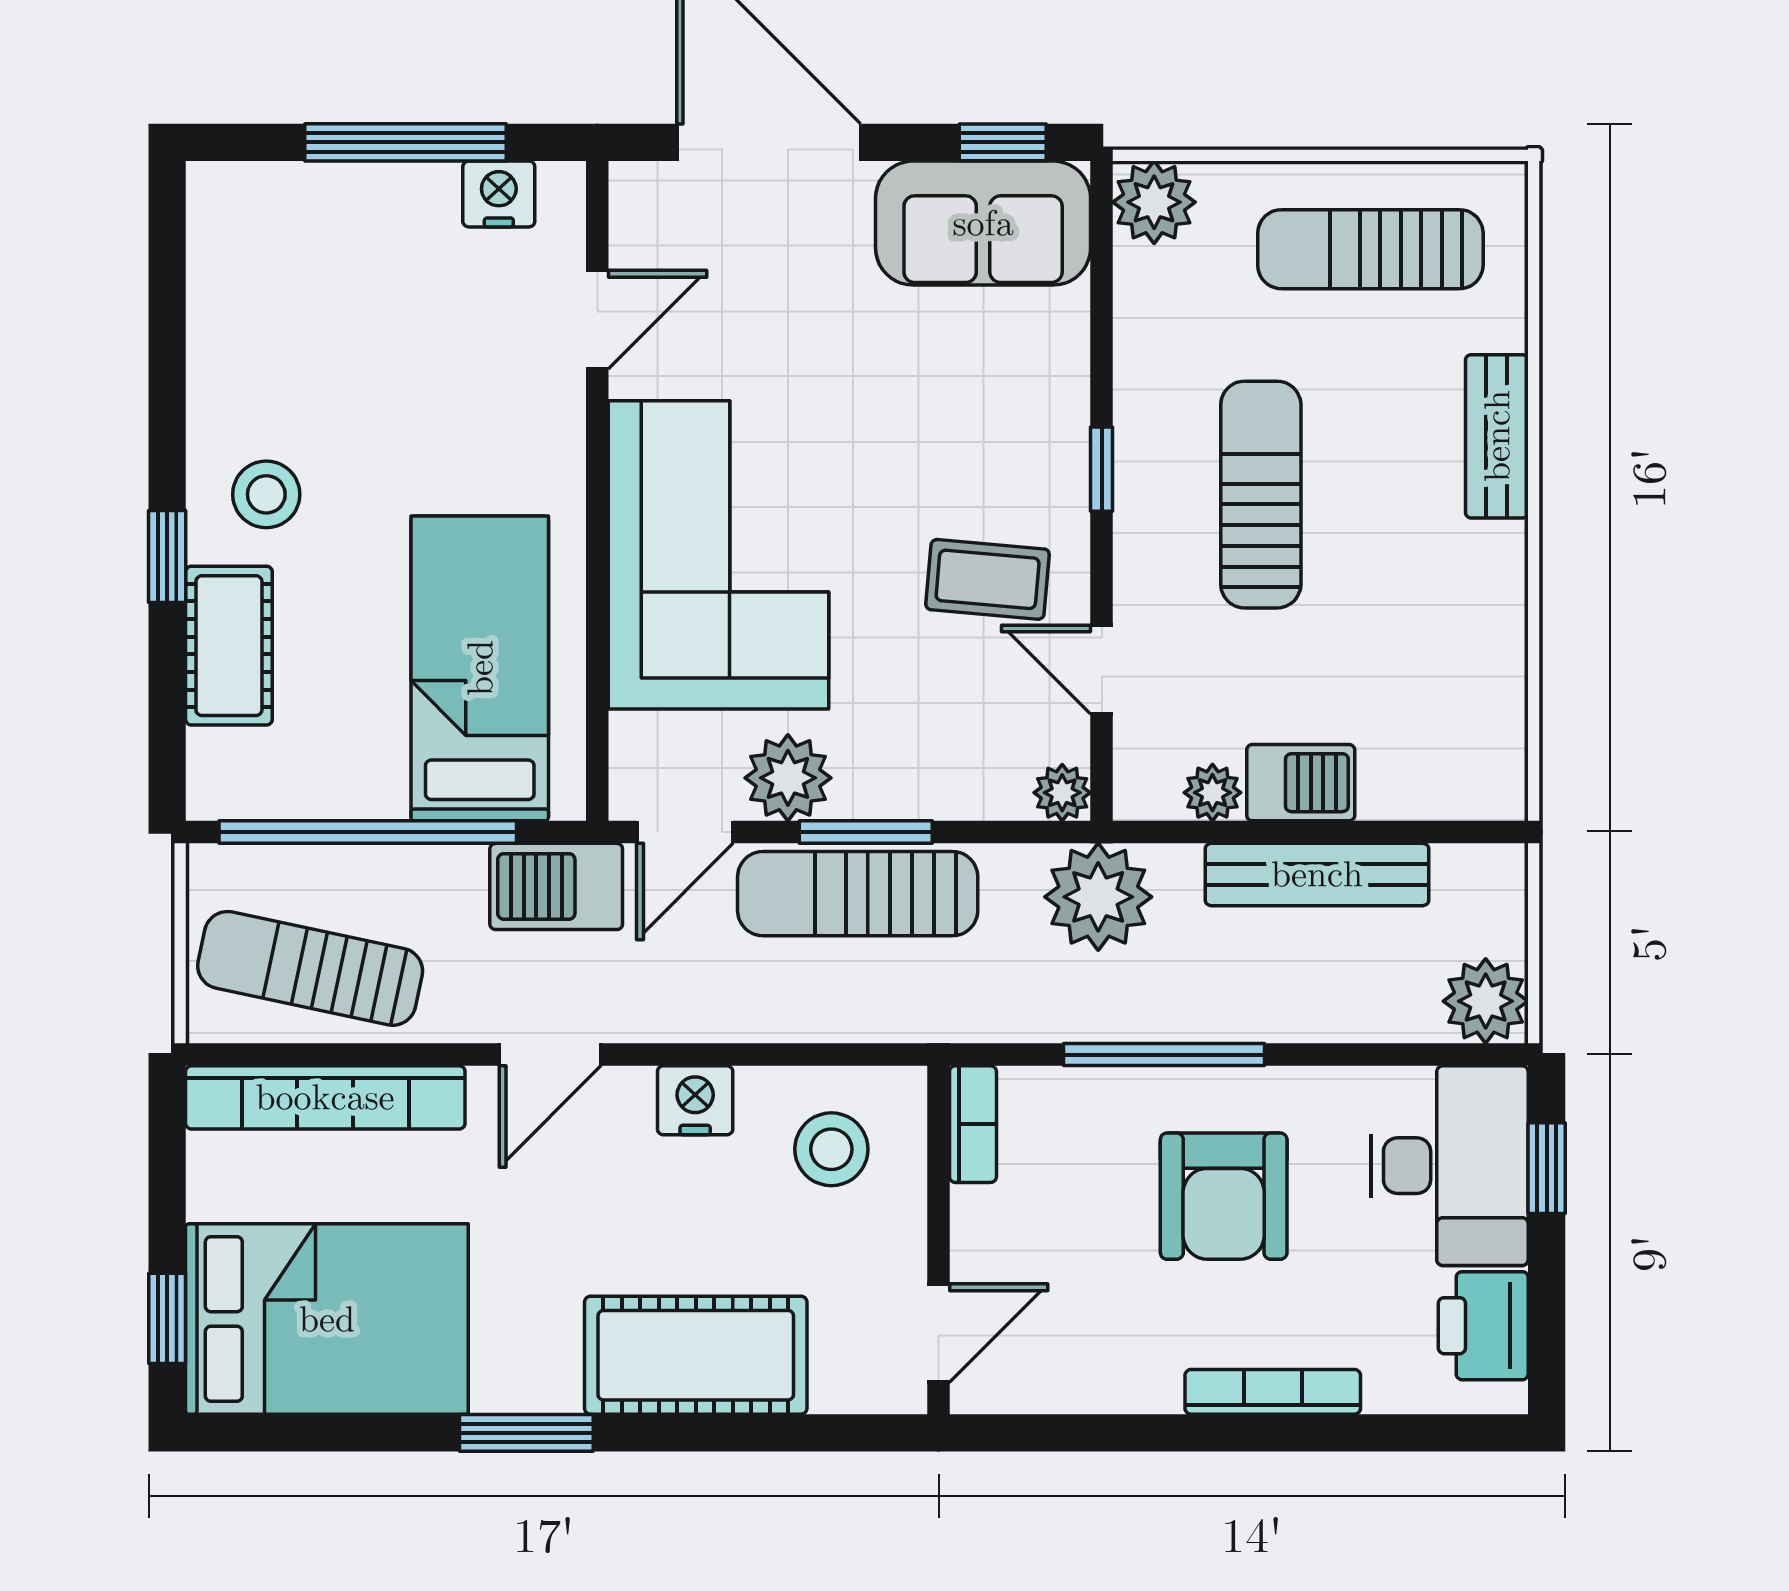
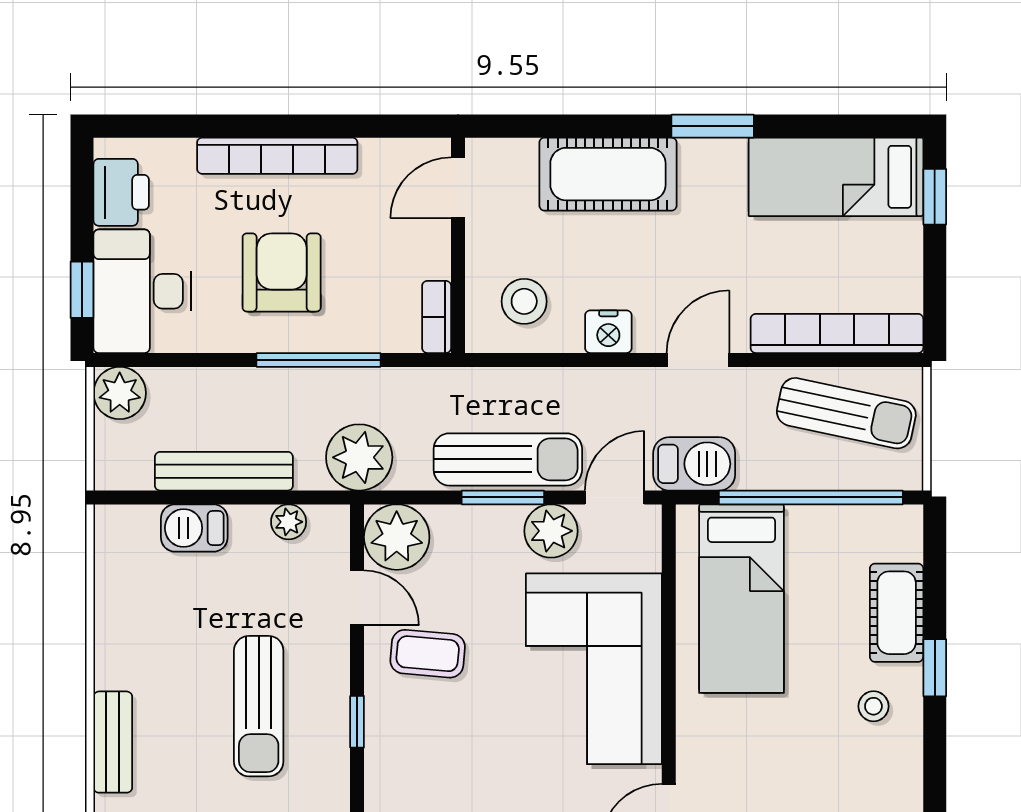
stool: (266, 494) -> (873, 706), width x0.73, depth x0.73
barbecue: (1301, 783) -> (194, 528), moved
plant: (1062, 793) -> (397, 537), width x1.88, depth x1.88
bed: (327, 1319) -> (836, 177), width x0.67
bookcase: (1273, 1392) -> (277, 156), width x1.48, depth x1.31

